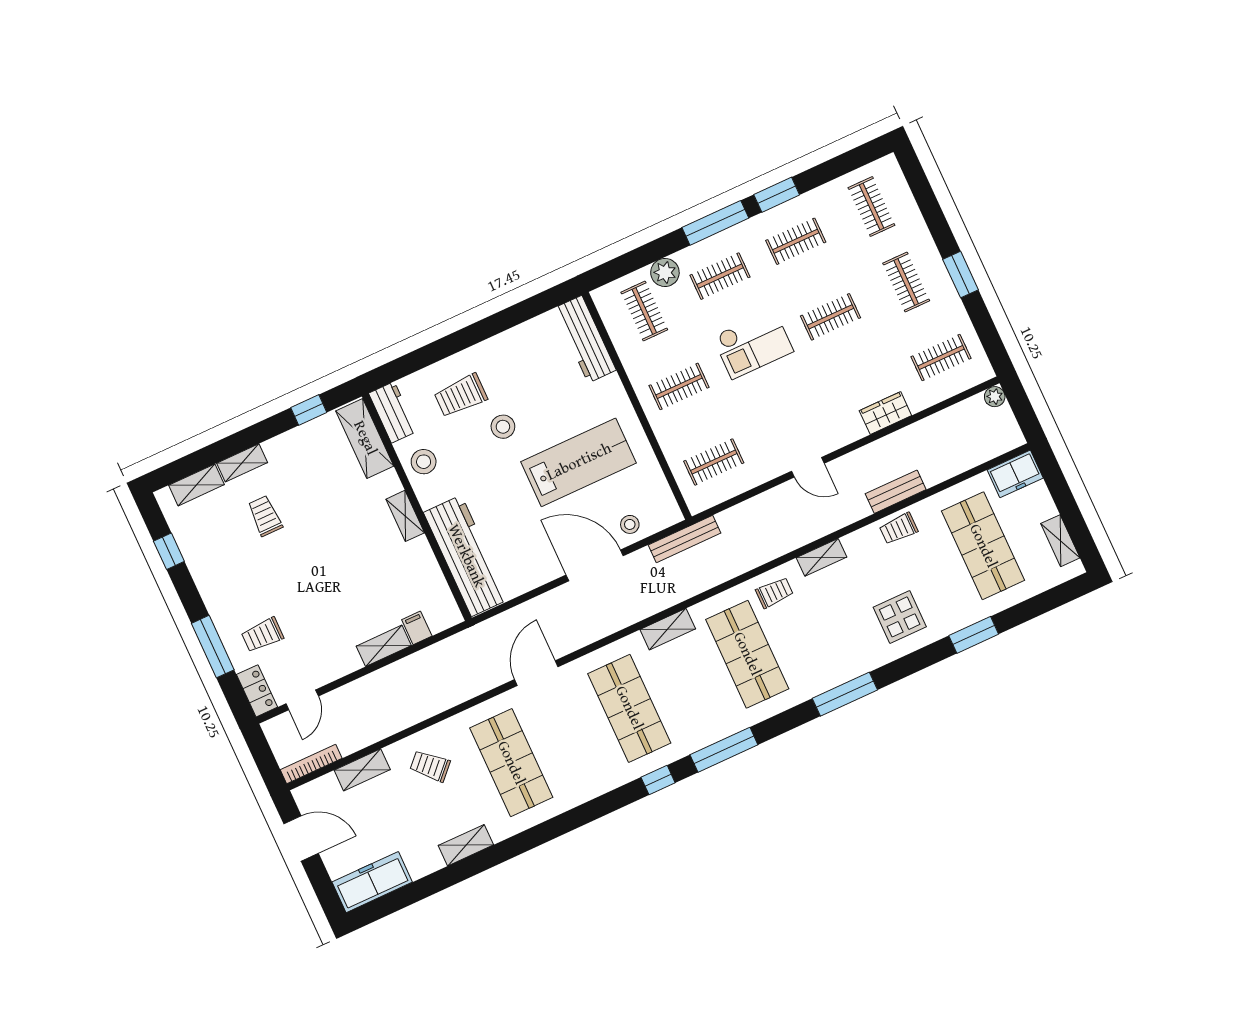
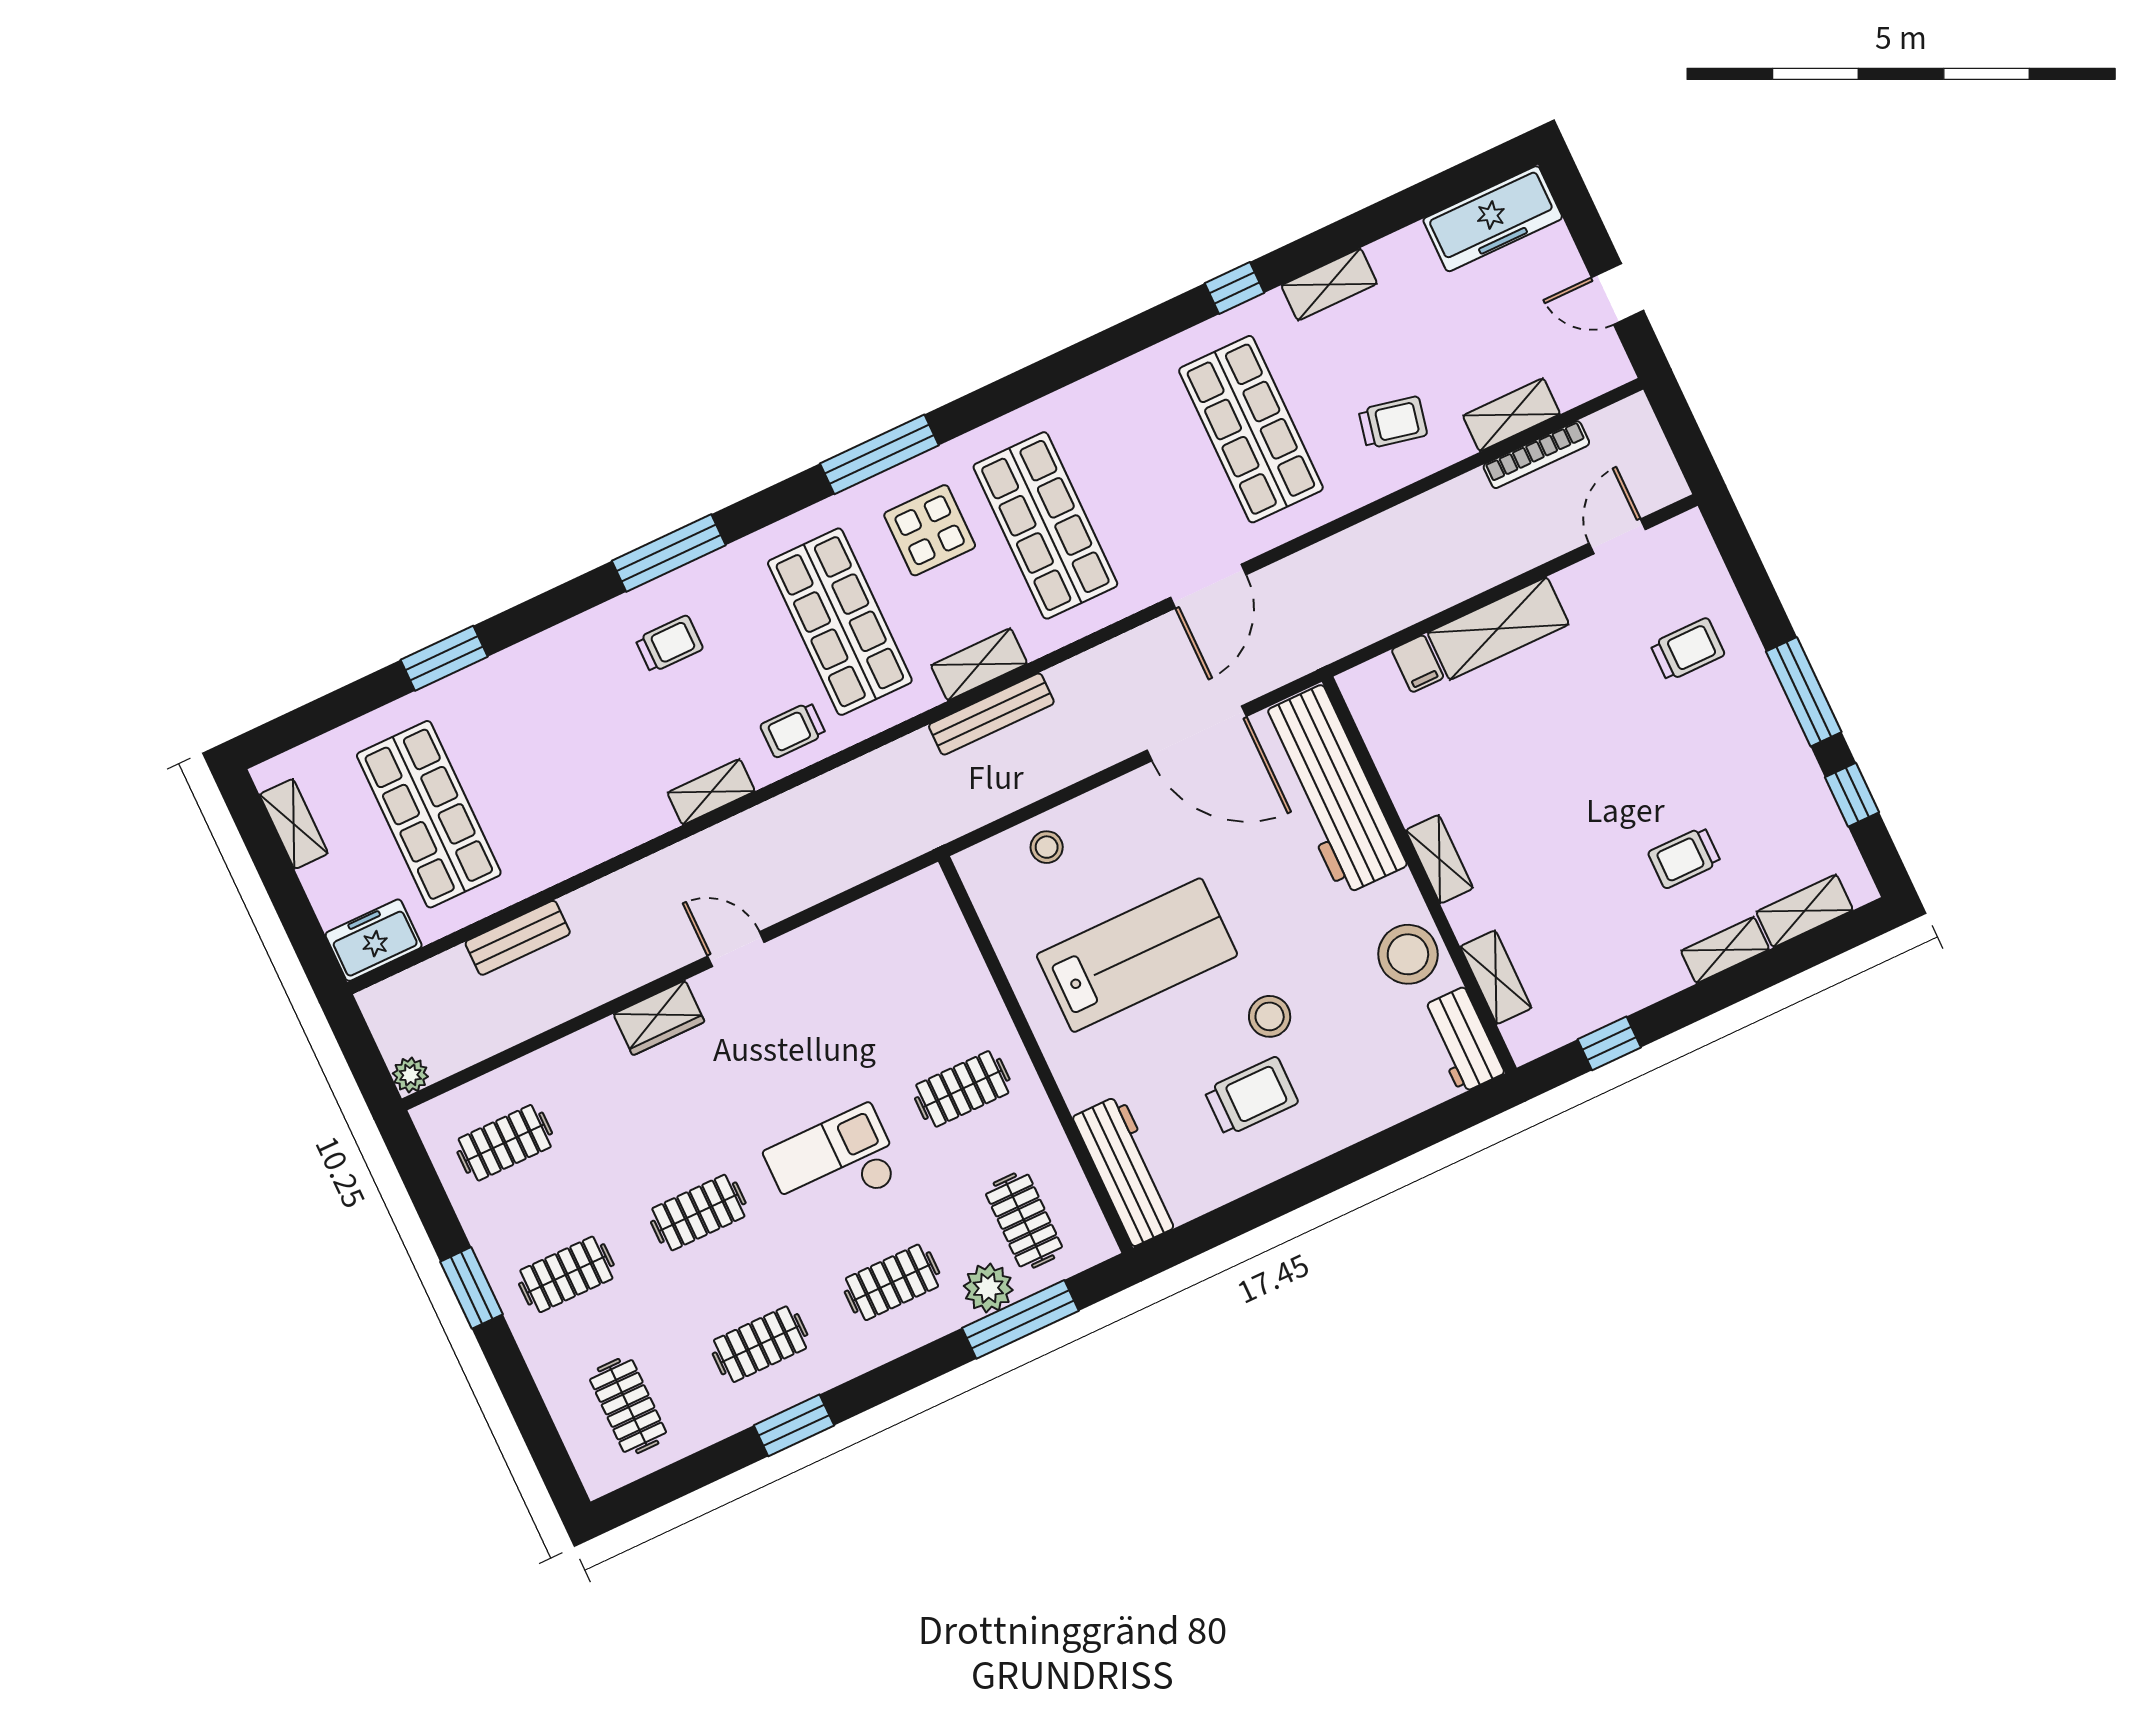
window: (715, 223) -> (1020, 1319), moved
clothes rail: (906, 282) -> (566, 1274), turned 90
trolley: (461, 395) -> (1251, 1096), moved
wardrobe: (885, 413) -> (659, 1018), moved
shelving: (365, 438) -> (1496, 977), width x0.67, depth x0.75
stool: (424, 462) -> (1408, 954), width x1.38, depth x1.38
lab bench: (579, 462) -> (1137, 955), turned 180
clothes rail: (714, 462) -> (901, 957), removed
bench: (896, 492) -> (518, 938), moved
trolley: (265, 516) -> (1684, 858), turned 90
trolley: (899, 529) -> (669, 644), moved
bench: (685, 539) -> (991, 714), moved
door: (595, 565) -> (1197, 733), moved
display table: (900, 617) -> (930, 530), moved
shelving: (384, 646) -> (1498, 629), width x1.50, depth x1.33
window: (213, 647) -> (1804, 692), moved
locker: (257, 691) -> (1696, 552), removed
bookcase: (311, 764) -> (1536, 455), moved
trolley: (430, 766) -> (1393, 422), turned -32
window: (658, 780) -> (1235, 288), moved
door: (301, 839) -> (1617, 294), width x0.73

